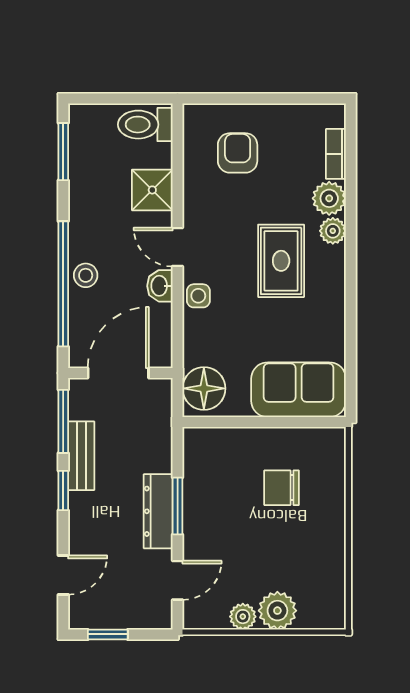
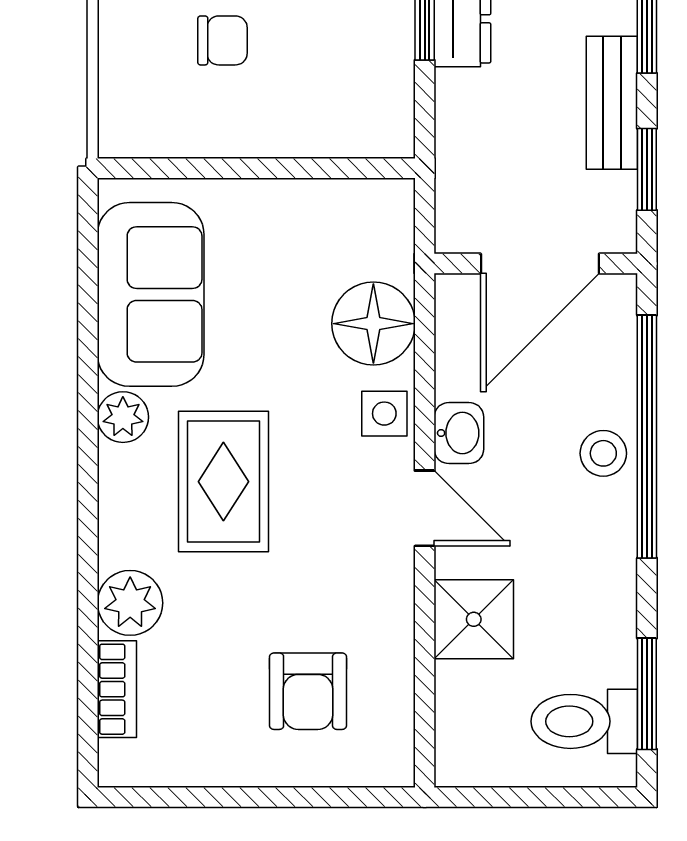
toilet: (145, 125) -> (584, 721), moved, turned 180
plant: (333, 231) -> (123, 417), moved
floor lamp: (204, 388) -> (373, 324), moved
sofa: (299, 390) -> (151, 294), moved, turned -90
window: (63, 421) -> (647, 169), width x0.67
chair: (282, 488) -> (223, 40), width x0.73, depth x0.73

